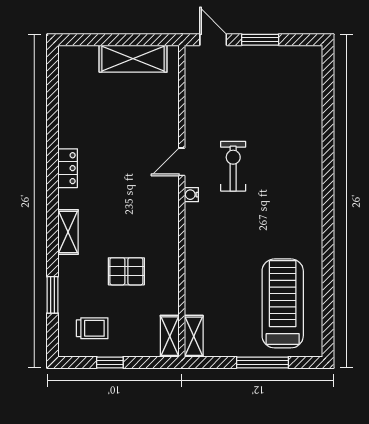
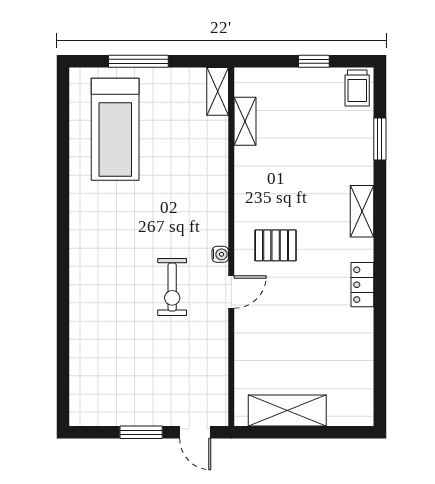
pallet: (126, 271) -> (276, 245), moved
trolley: (92, 328) -> (357, 88), moved, turned -90
shelving: (170, 336) -> (245, 121), moved

